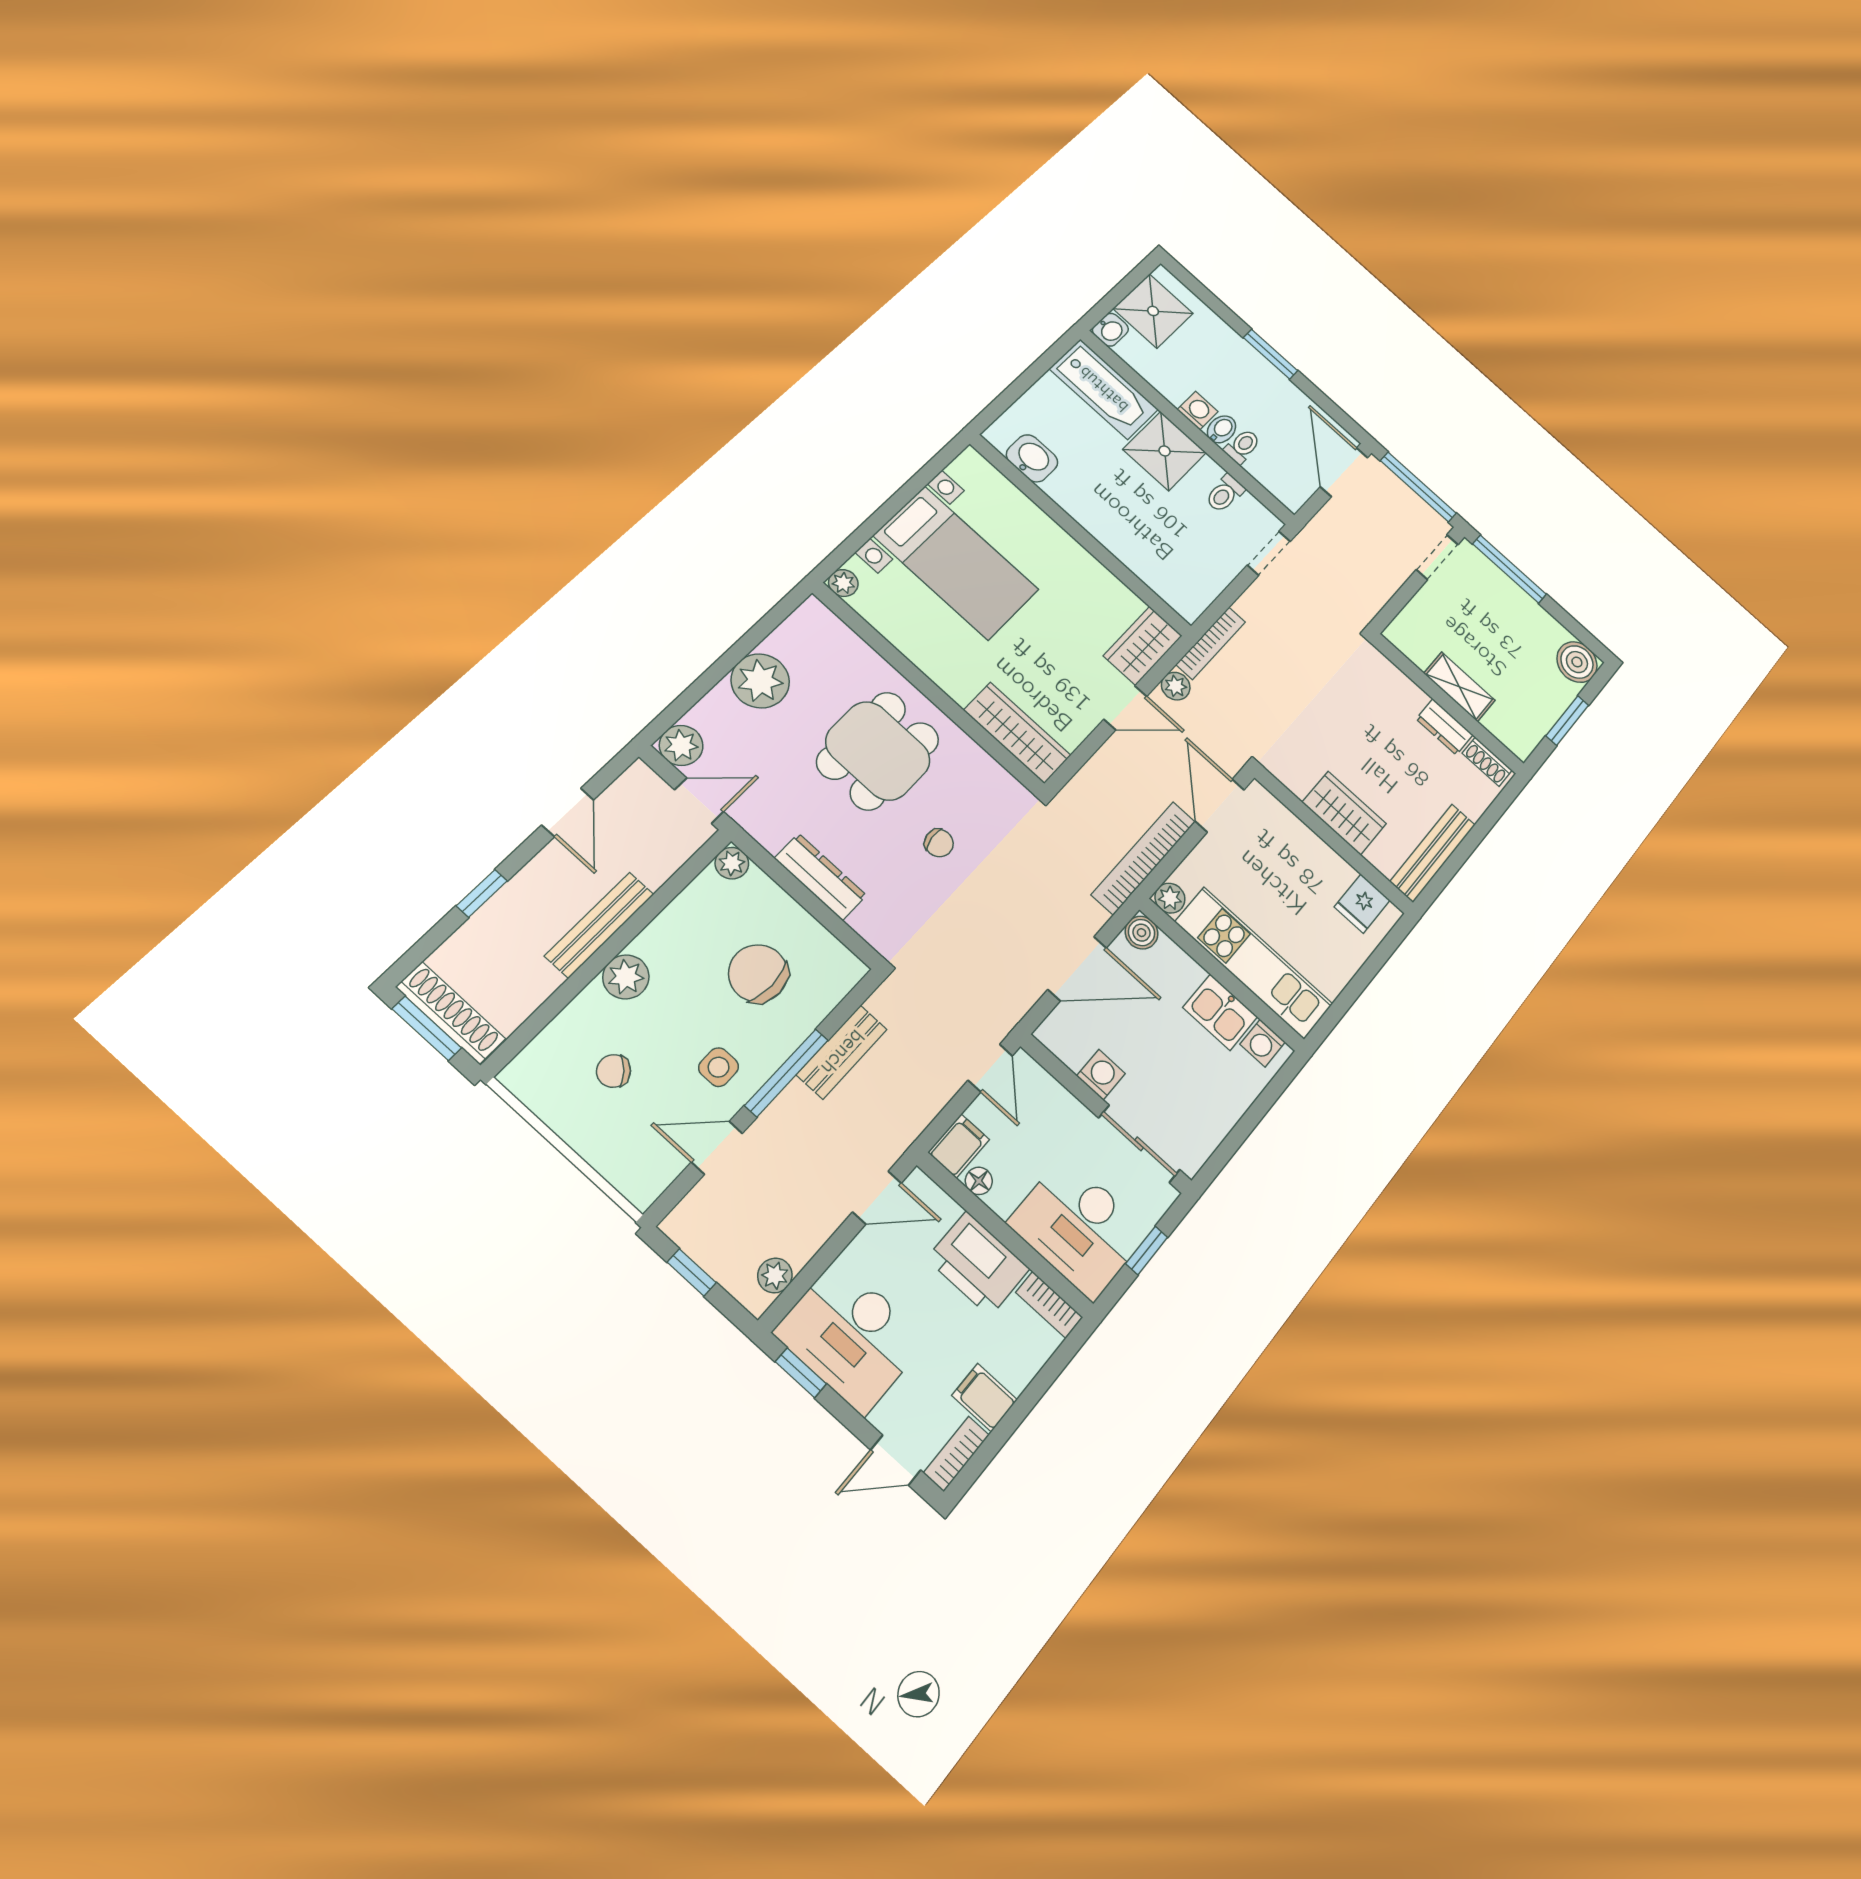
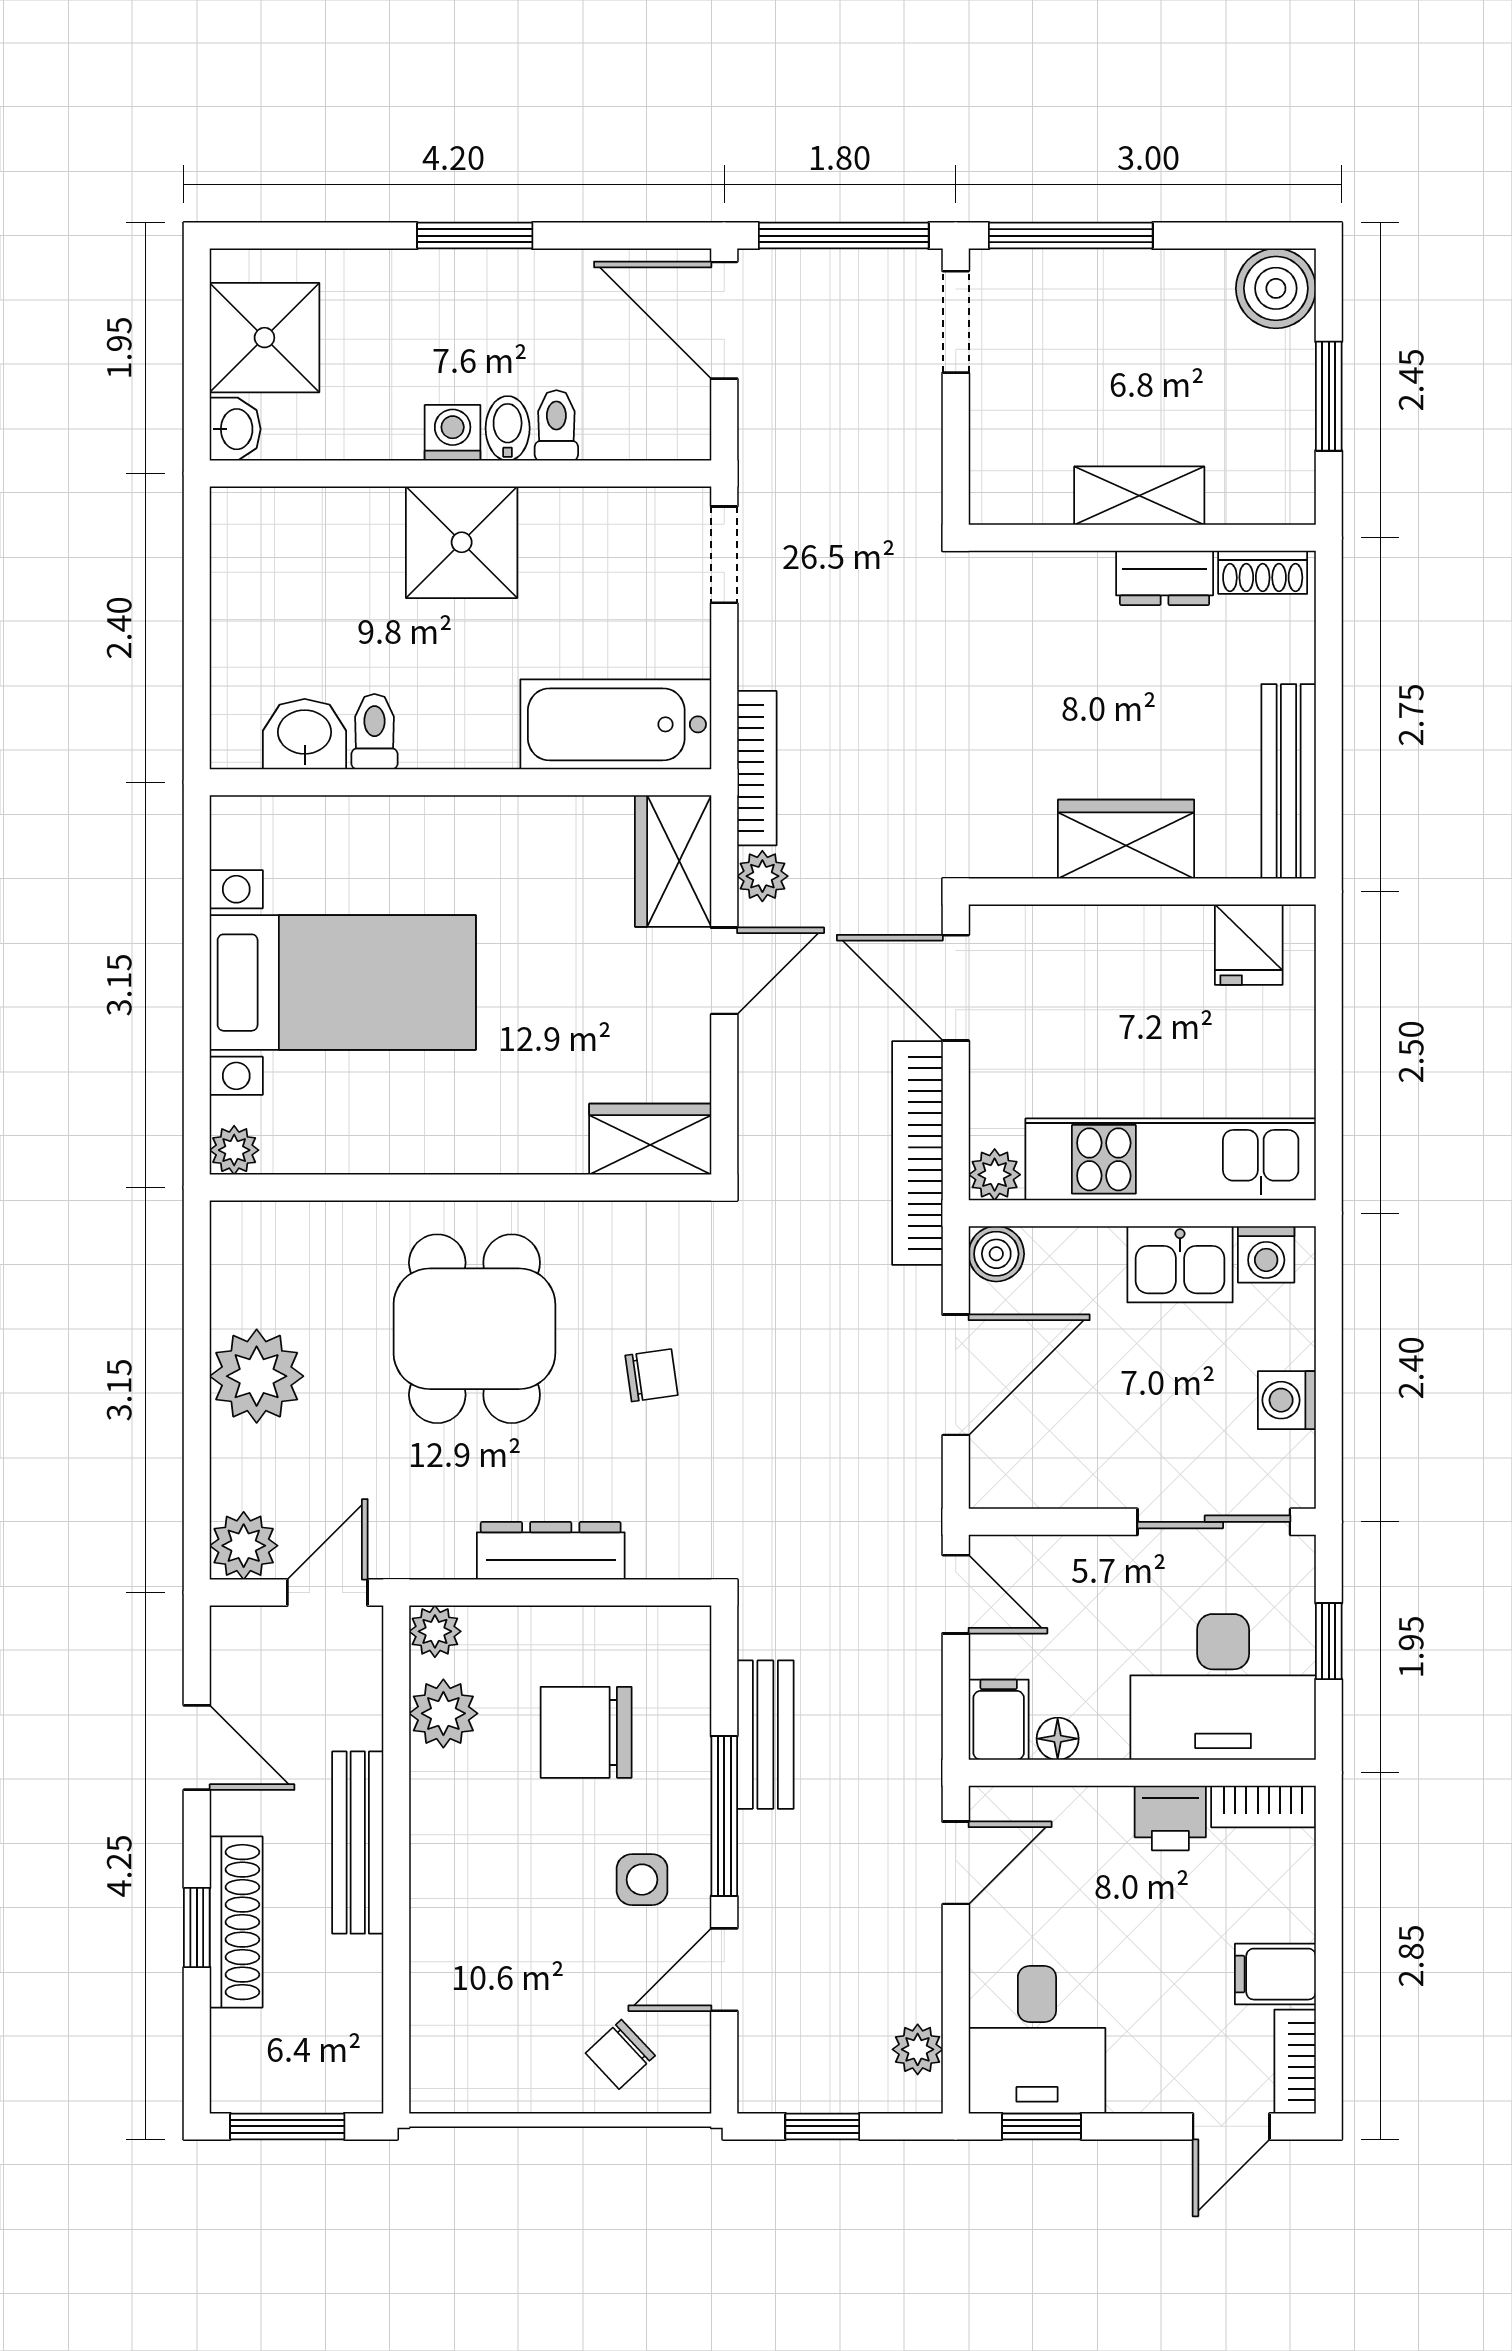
bathtub: (1104, 389) -> (616, 724), moved, turned 180
toilet: (1225, 494) -> (374, 732), moved, turned 180
wardrobe: (1017, 733) -> (650, 1139), width x0.67
plant: (626, 977) -> (443, 1713), moved
shoe rack: (450, 1013) -> (236, 1922), moved, turned 90
chair: (613, 1071) -> (620, 2054), moved
washing machine: (1101, 1075) -> (1287, 1400), moved, turned -90
printer: (978, 1264) -> (1170, 1818), width x0.53, depth x0.68
desk: (851, 1336) -> (1037, 2040), width x0.73

